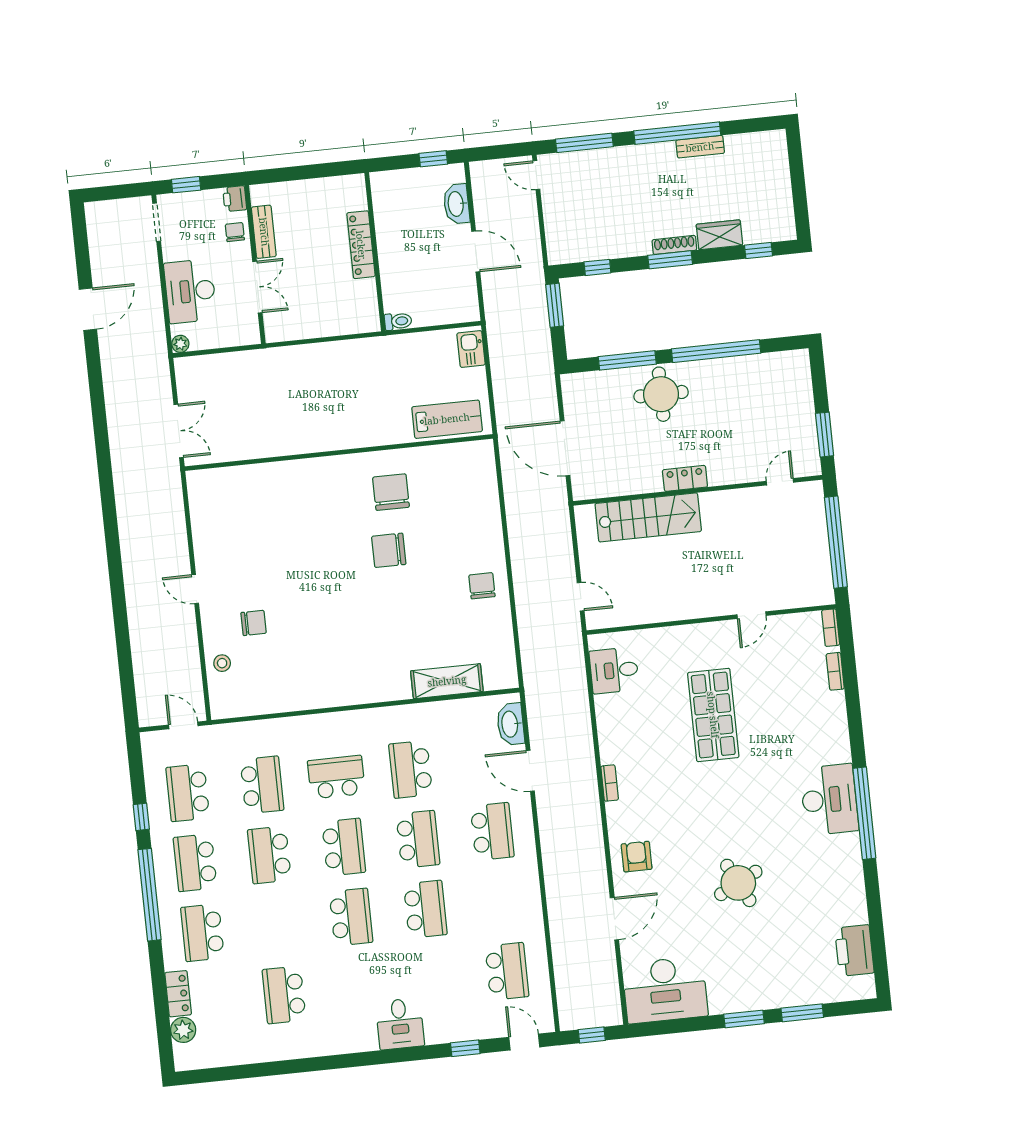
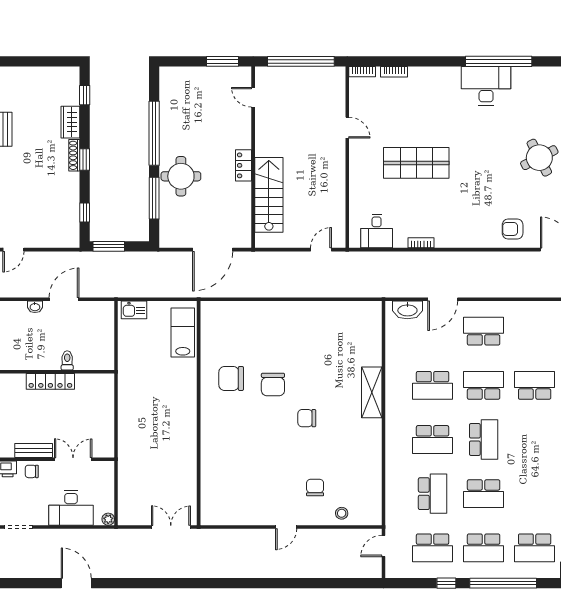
washbasin: (456, 204) -> (35, 307), width x0.52, depth x0.69
window: (670, 260) -> (85, 160), width x0.67
toilet: (398, 321) -> (67, 360), moved
chair: (482, 586) -> (307, 418), moved
shelving: (447, 681) -> (372, 392), moved
school desk: (336, 777) -> (433, 440), turned -90
bookcase: (610, 783) -> (421, 243), moved
school desk: (262, 785) -> (433, 494), turned 90
school desk: (344, 847) -> (484, 440), turned 90
school desk: (351, 917) -> (535, 440), removed

